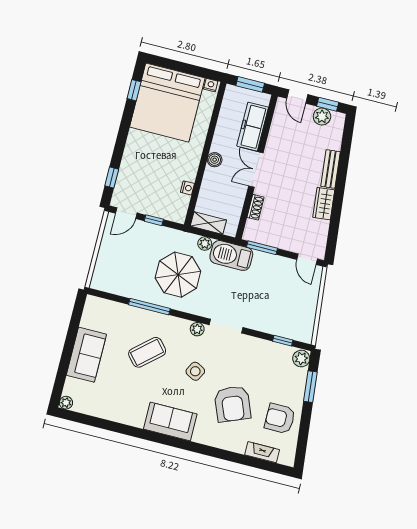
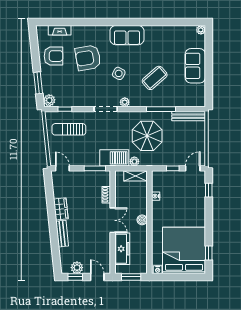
bench: (113, 287) -> (189, 116), added
sun lounger: (284, 311) -> (69, 129), added
armchair: (232, 404) -> (88, 58), turned -78

